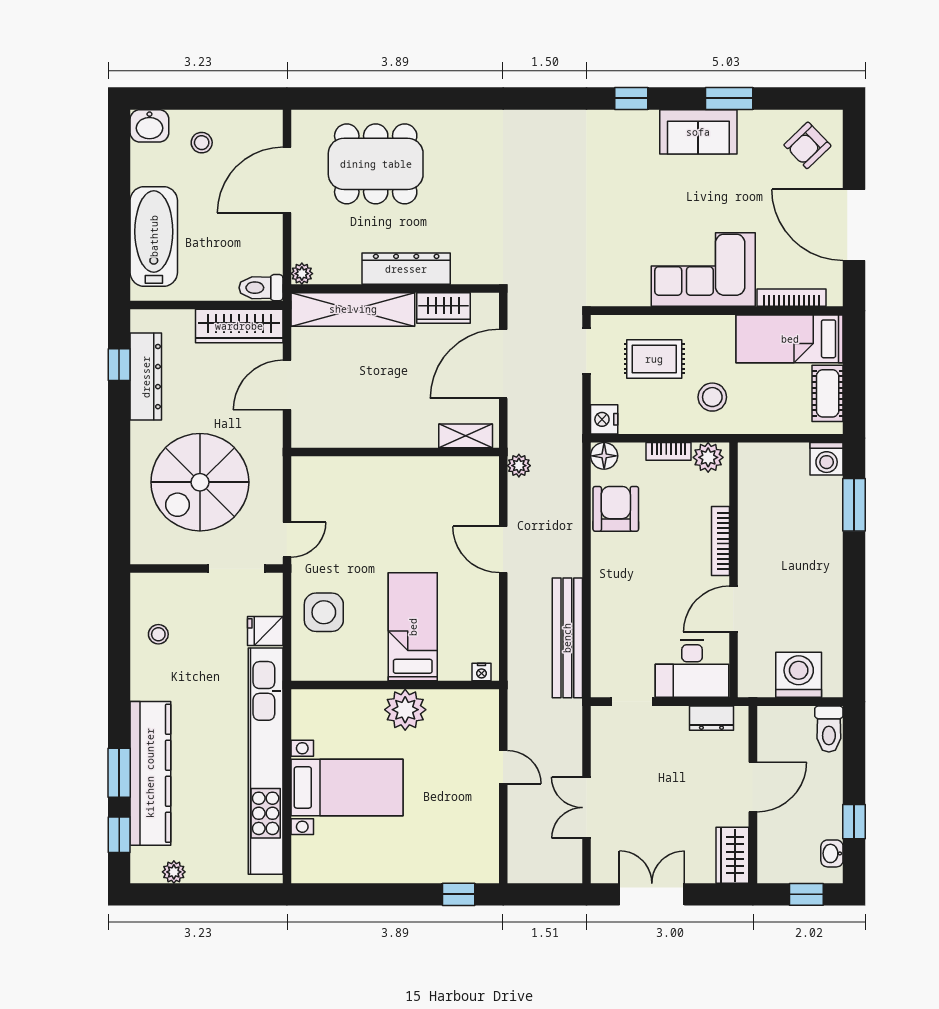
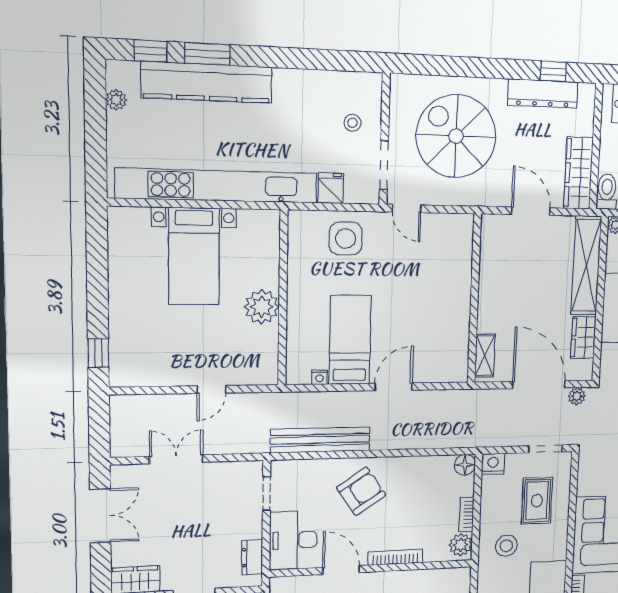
plant: (519, 466) -> (577, 396), moved
armchair: (616, 509) -> (361, 491), moved, turned -34
bed: (413, 627) -> (350, 340), moved, turned -90
stool: (158, 634) -> (353, 123), moved
nightstand: (481, 672) -> (319, 377), moved, turned -90

